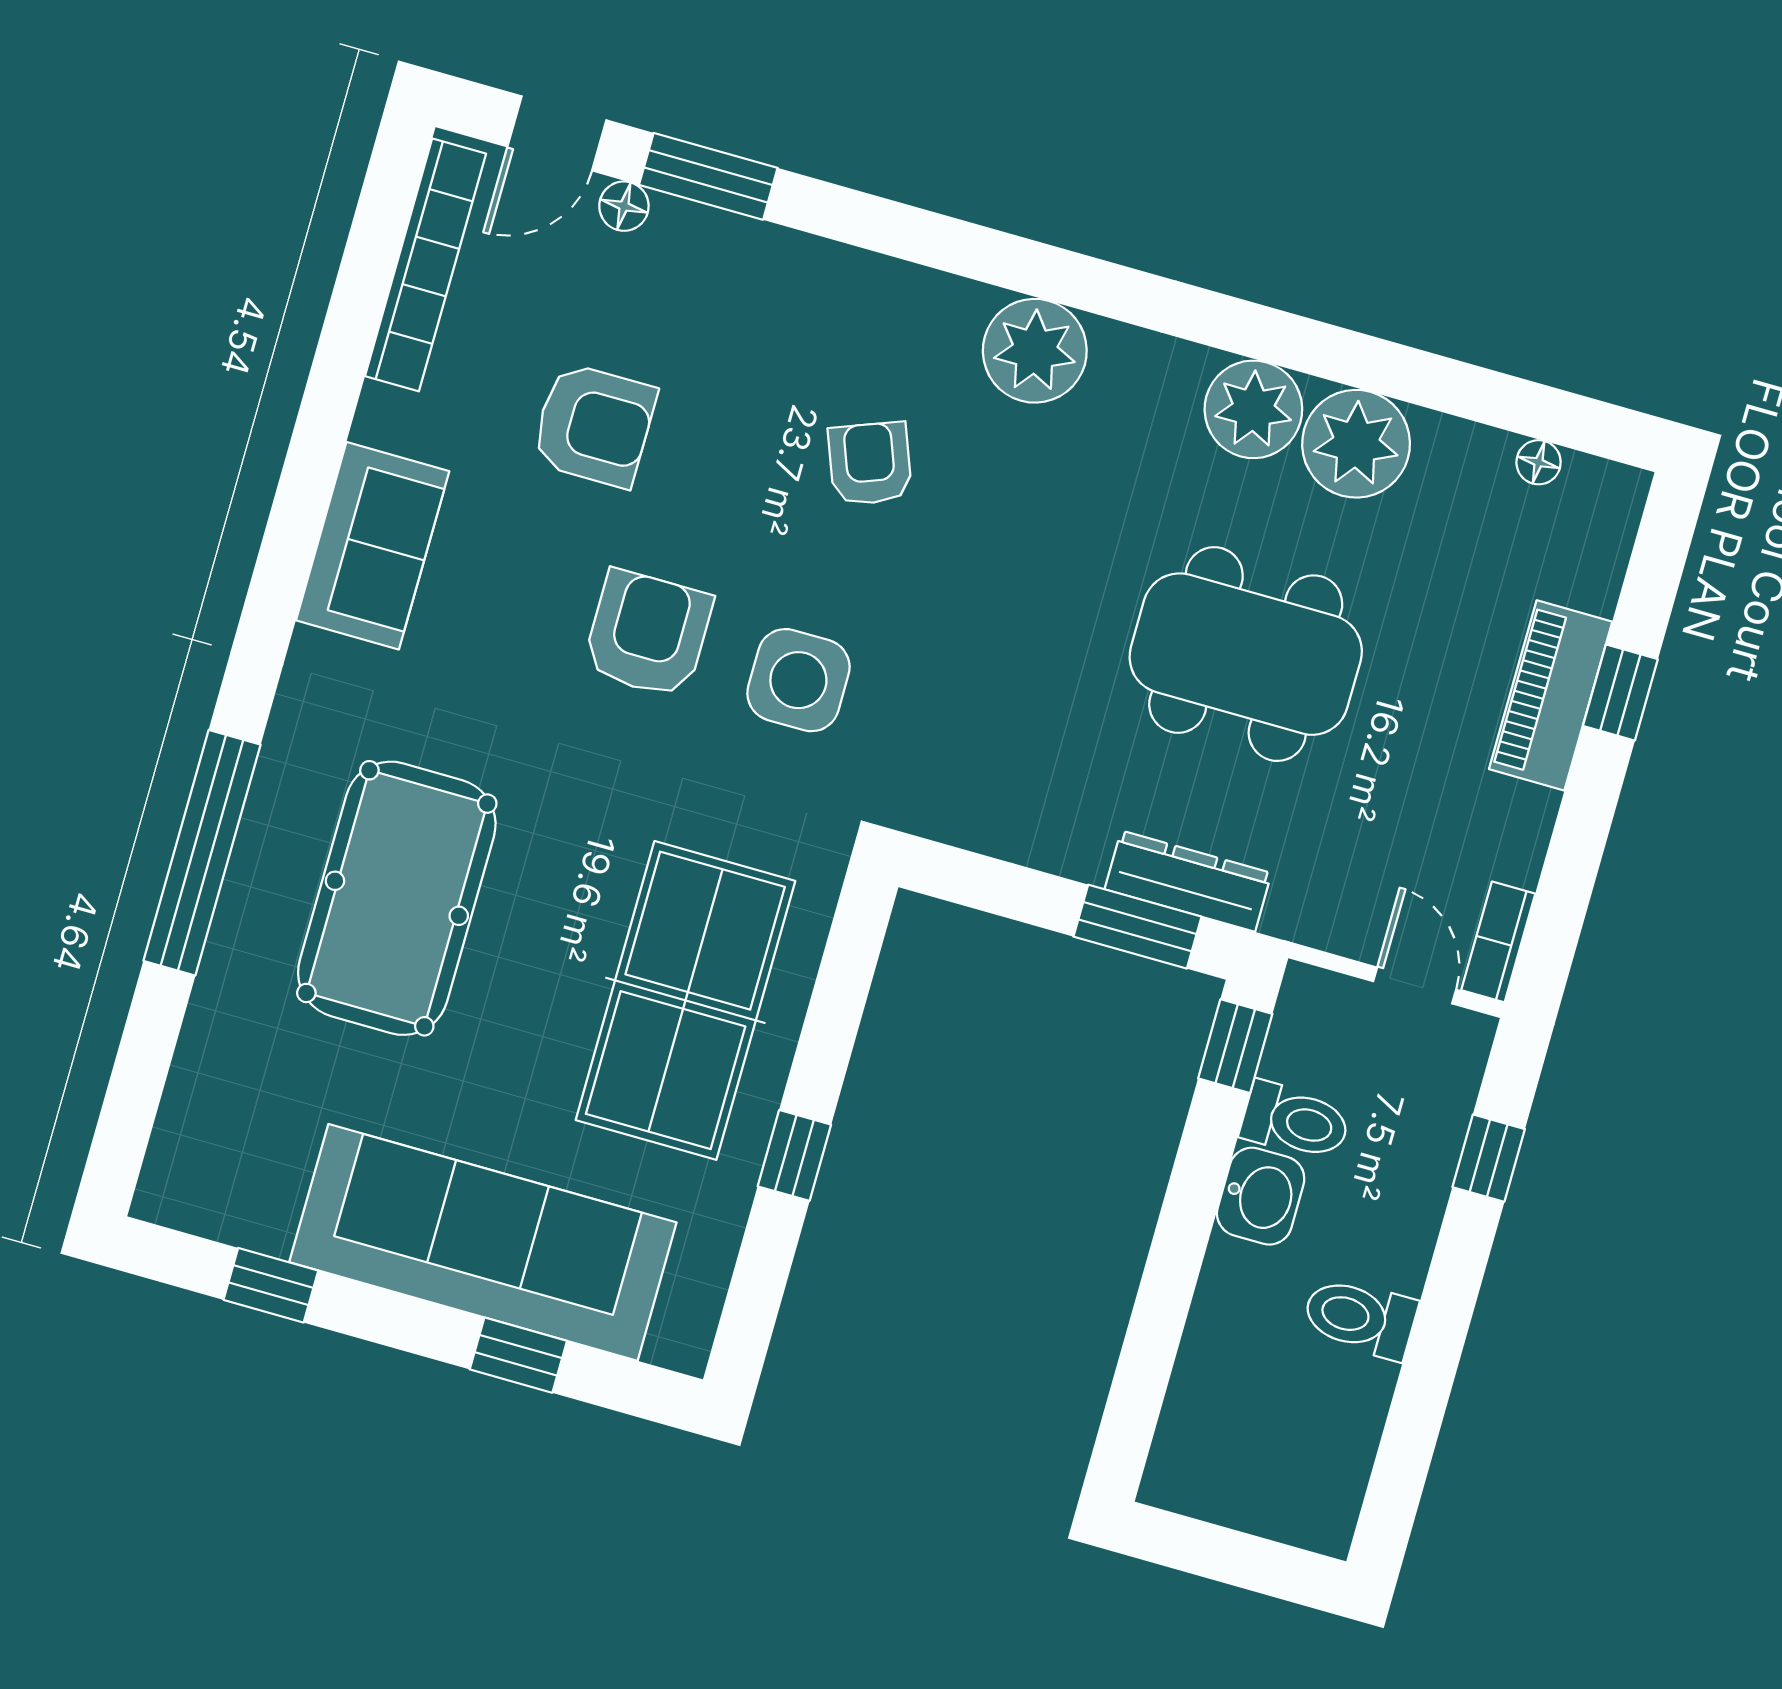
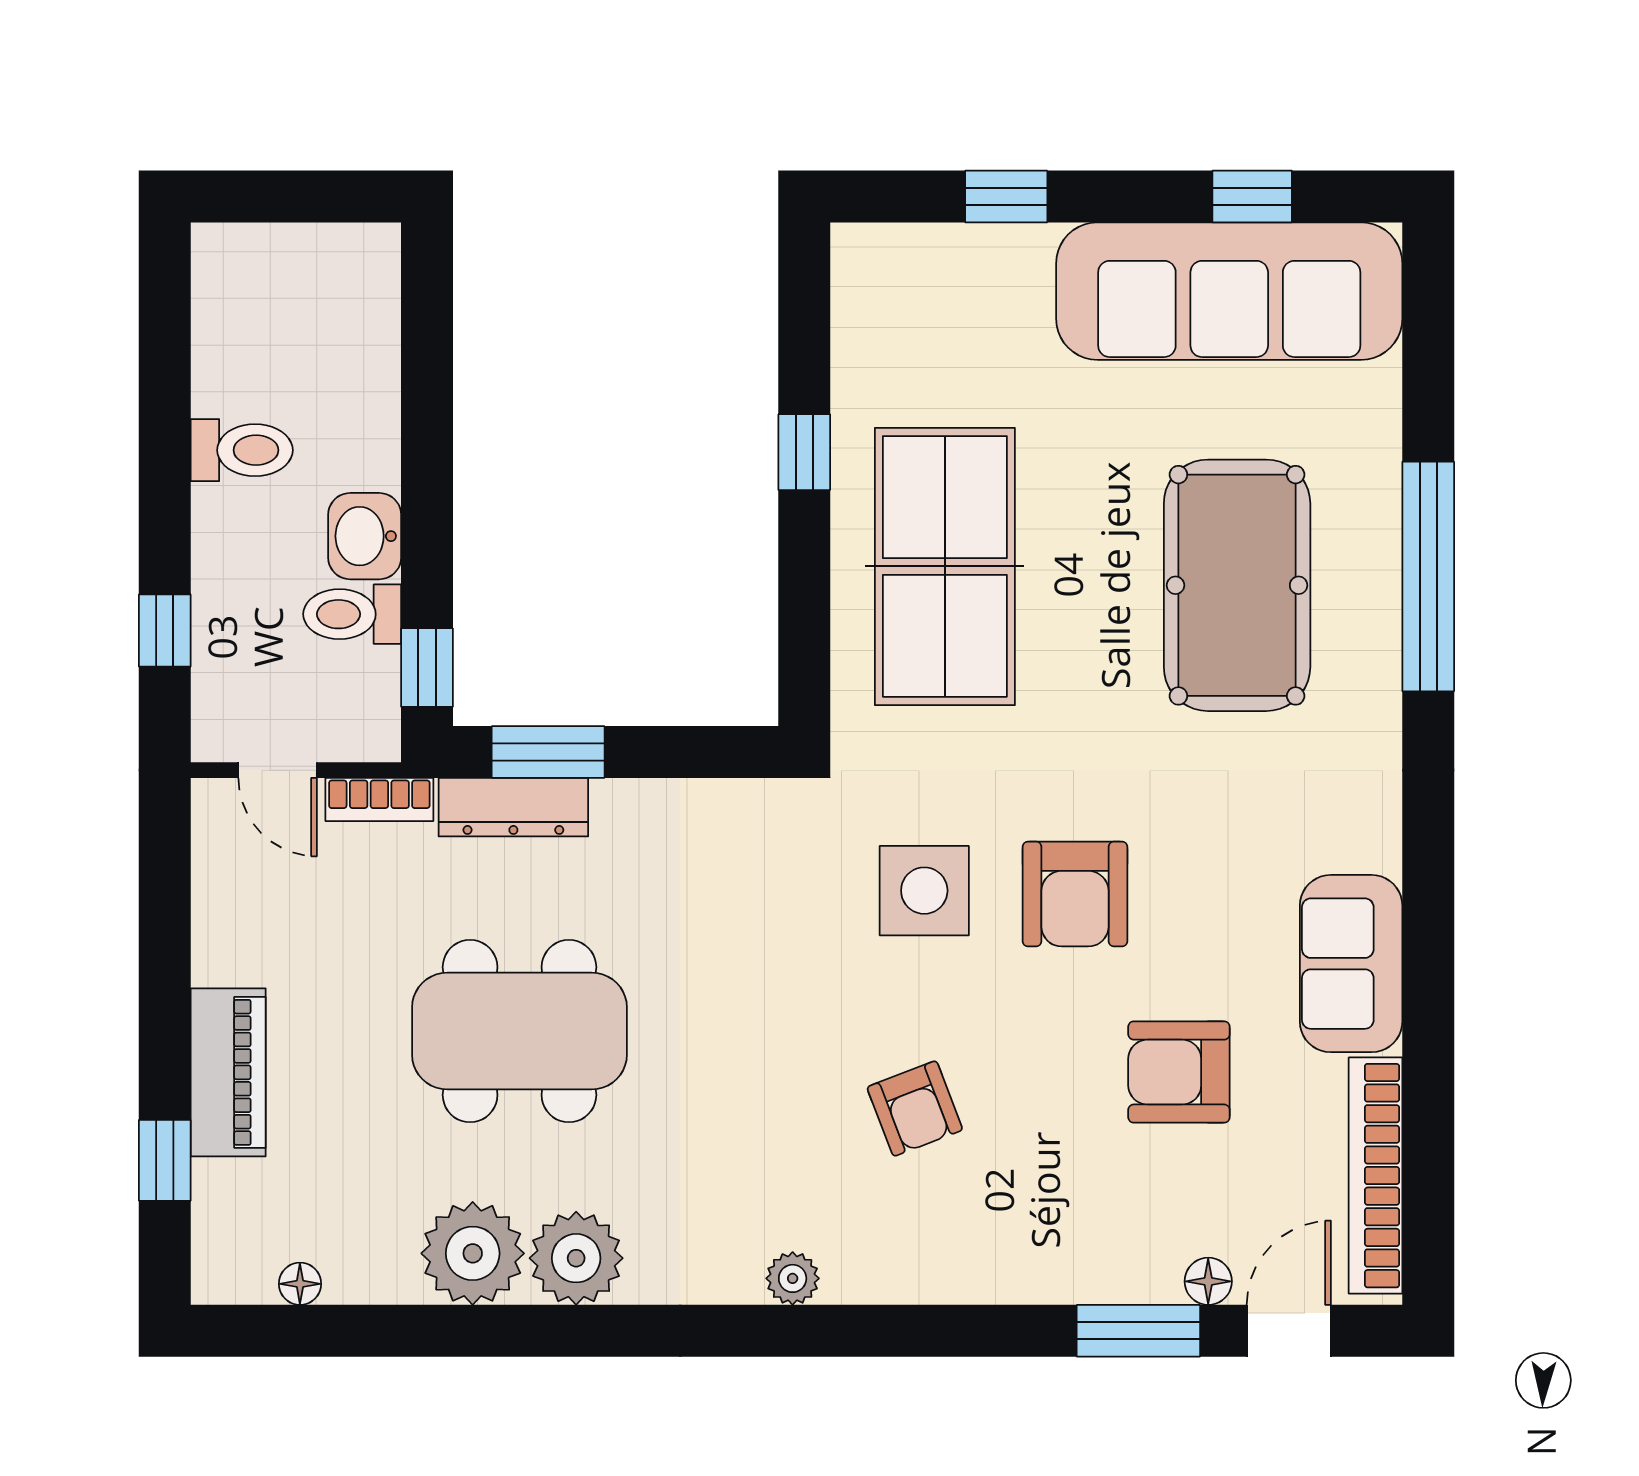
plant: (1035, 351) -> (793, 1278), width x0.53, depth x0.53
sofa: (373, 546) -> (1351, 964), moved
window: (1620, 692) -> (165, 1160), moved
bookcase: (1498, 942) -> (379, 799), moved, turned 90
sofa: (483, 1242) -> (1229, 291), moved

